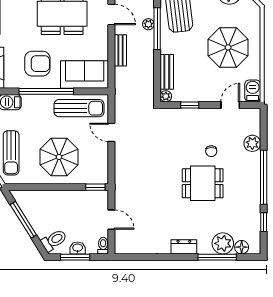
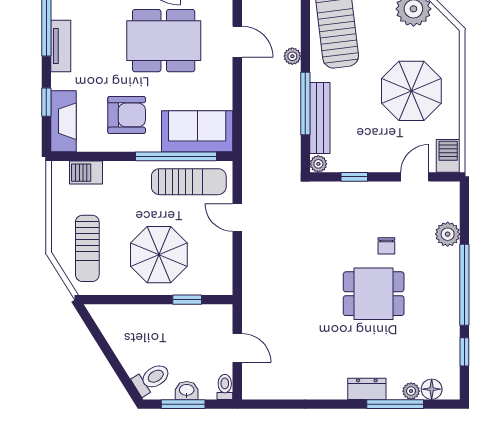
window: (157, 29) -> (305, 104), moved
bench: (120, 50) -> (251, 95), removed
bench: (167, 72) -> (320, 118), width x1.36
window: (46, 91) -> (176, 156), moved
window: (95, 187) -> (187, 300), moved
window: (23, 220) -> (106, 348), removed
plant: (223, 243) -> (411, 391), width x0.53, depth x0.53
dresser: (184, 247) -> (367, 389), moved

